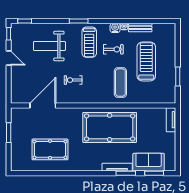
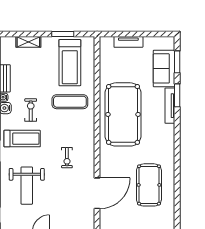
shelving: (171, 47) -> (28, 42), added
treadmill: (146, 61) -> (70, 63), moved, turned -90
door: (43, 105) -> (97, 193), swing flipped
tv unit: (171, 120) -> (128, 42), moved

